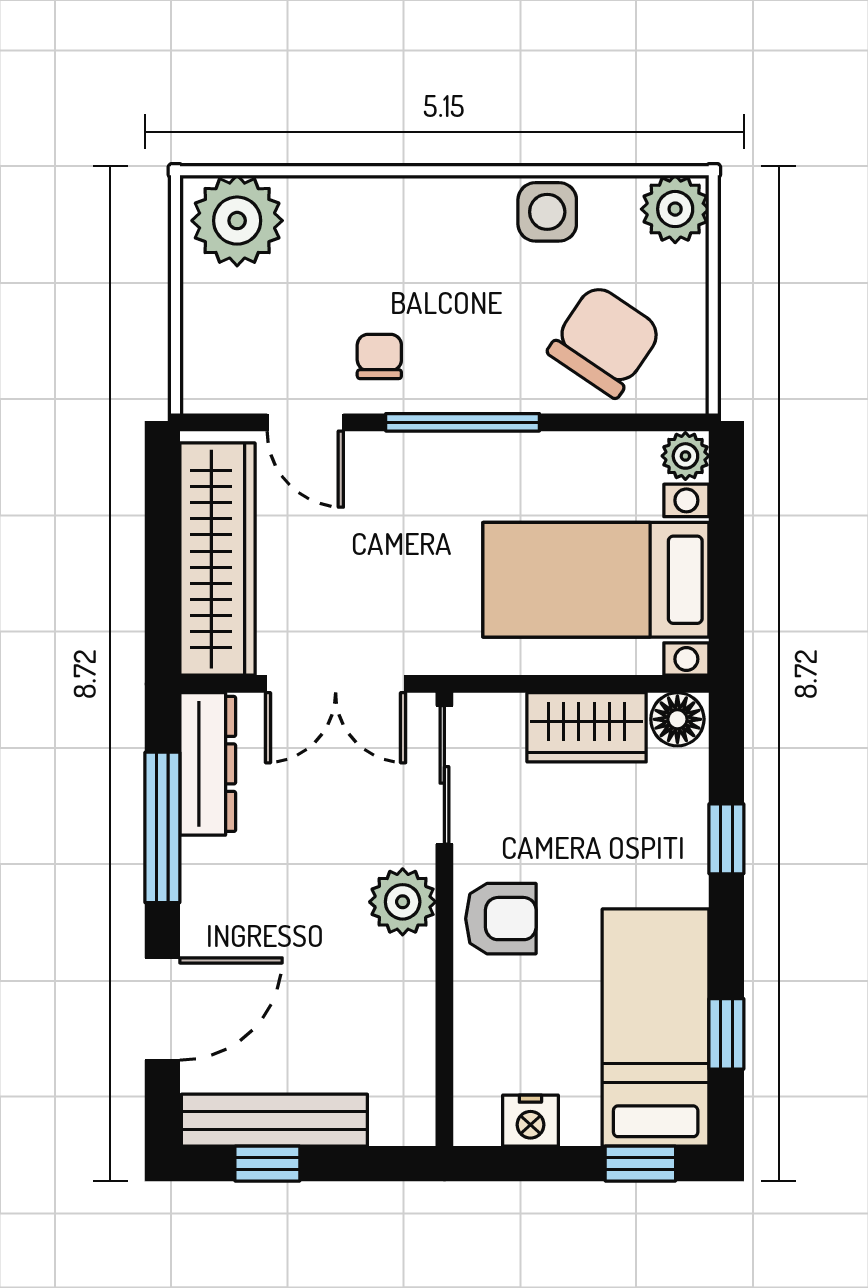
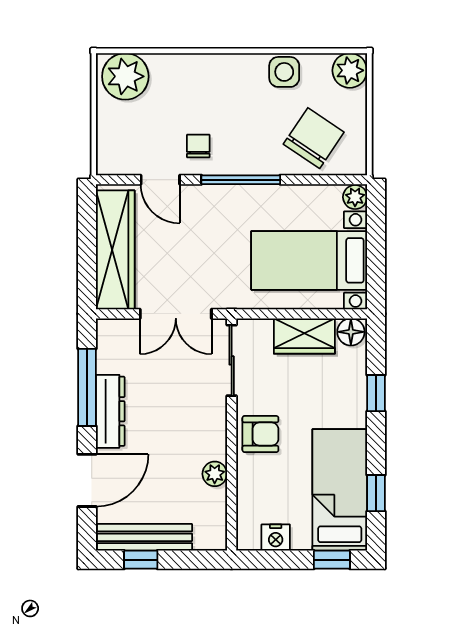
dresser: (208, 764) -> (110, 411), moved
plant: (403, 902) -> (215, 474), moved, width x0.73, depth x0.73

